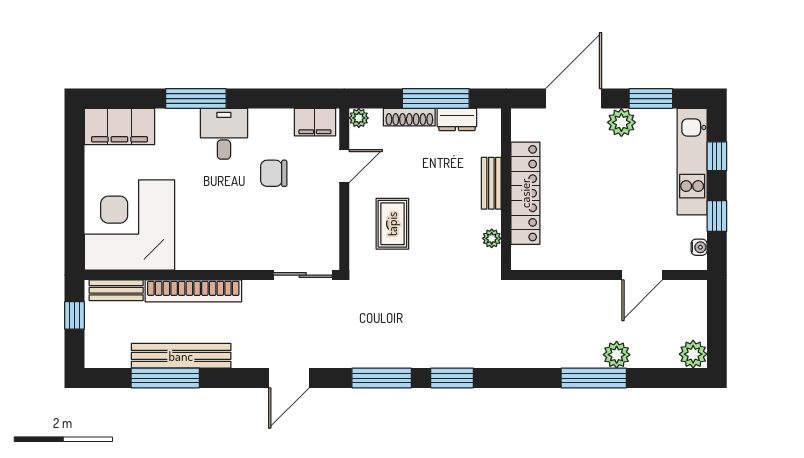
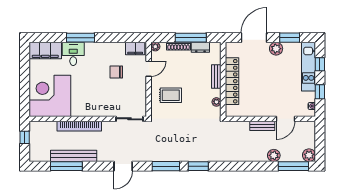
desk: (224, 134) -> (73, 54), moved
rug: (392, 224) -> (171, 95), turned 90
bench: (116, 290) -> (262, 126), moved
window: (594, 378) -> (293, 166), moved

